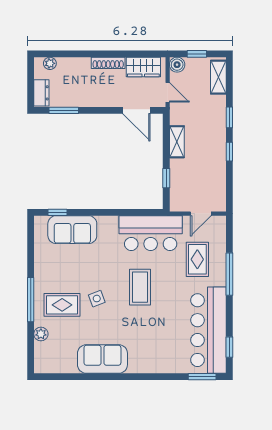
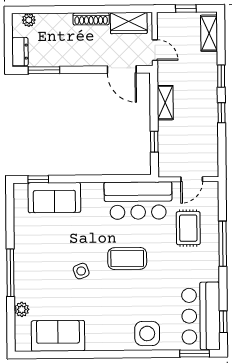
boiler: (177, 65) -> (165, 20), removed
coffee table: (140, 287) -> (127, 258), turned 90
rug: (62, 305) -> (44, 278), removed
bar counter: (208, 330) -> (201, 316), width x0.73
side table: (158, 357) -> (147, 333), added
sofa: (102, 359) -> (58, 336), moved

